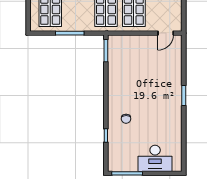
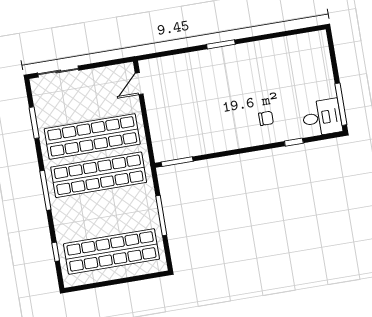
door: (166, 33) -> (139, 84), swing flipped
desk: (155, 158) -> (322, 118), moved, width x0.73

